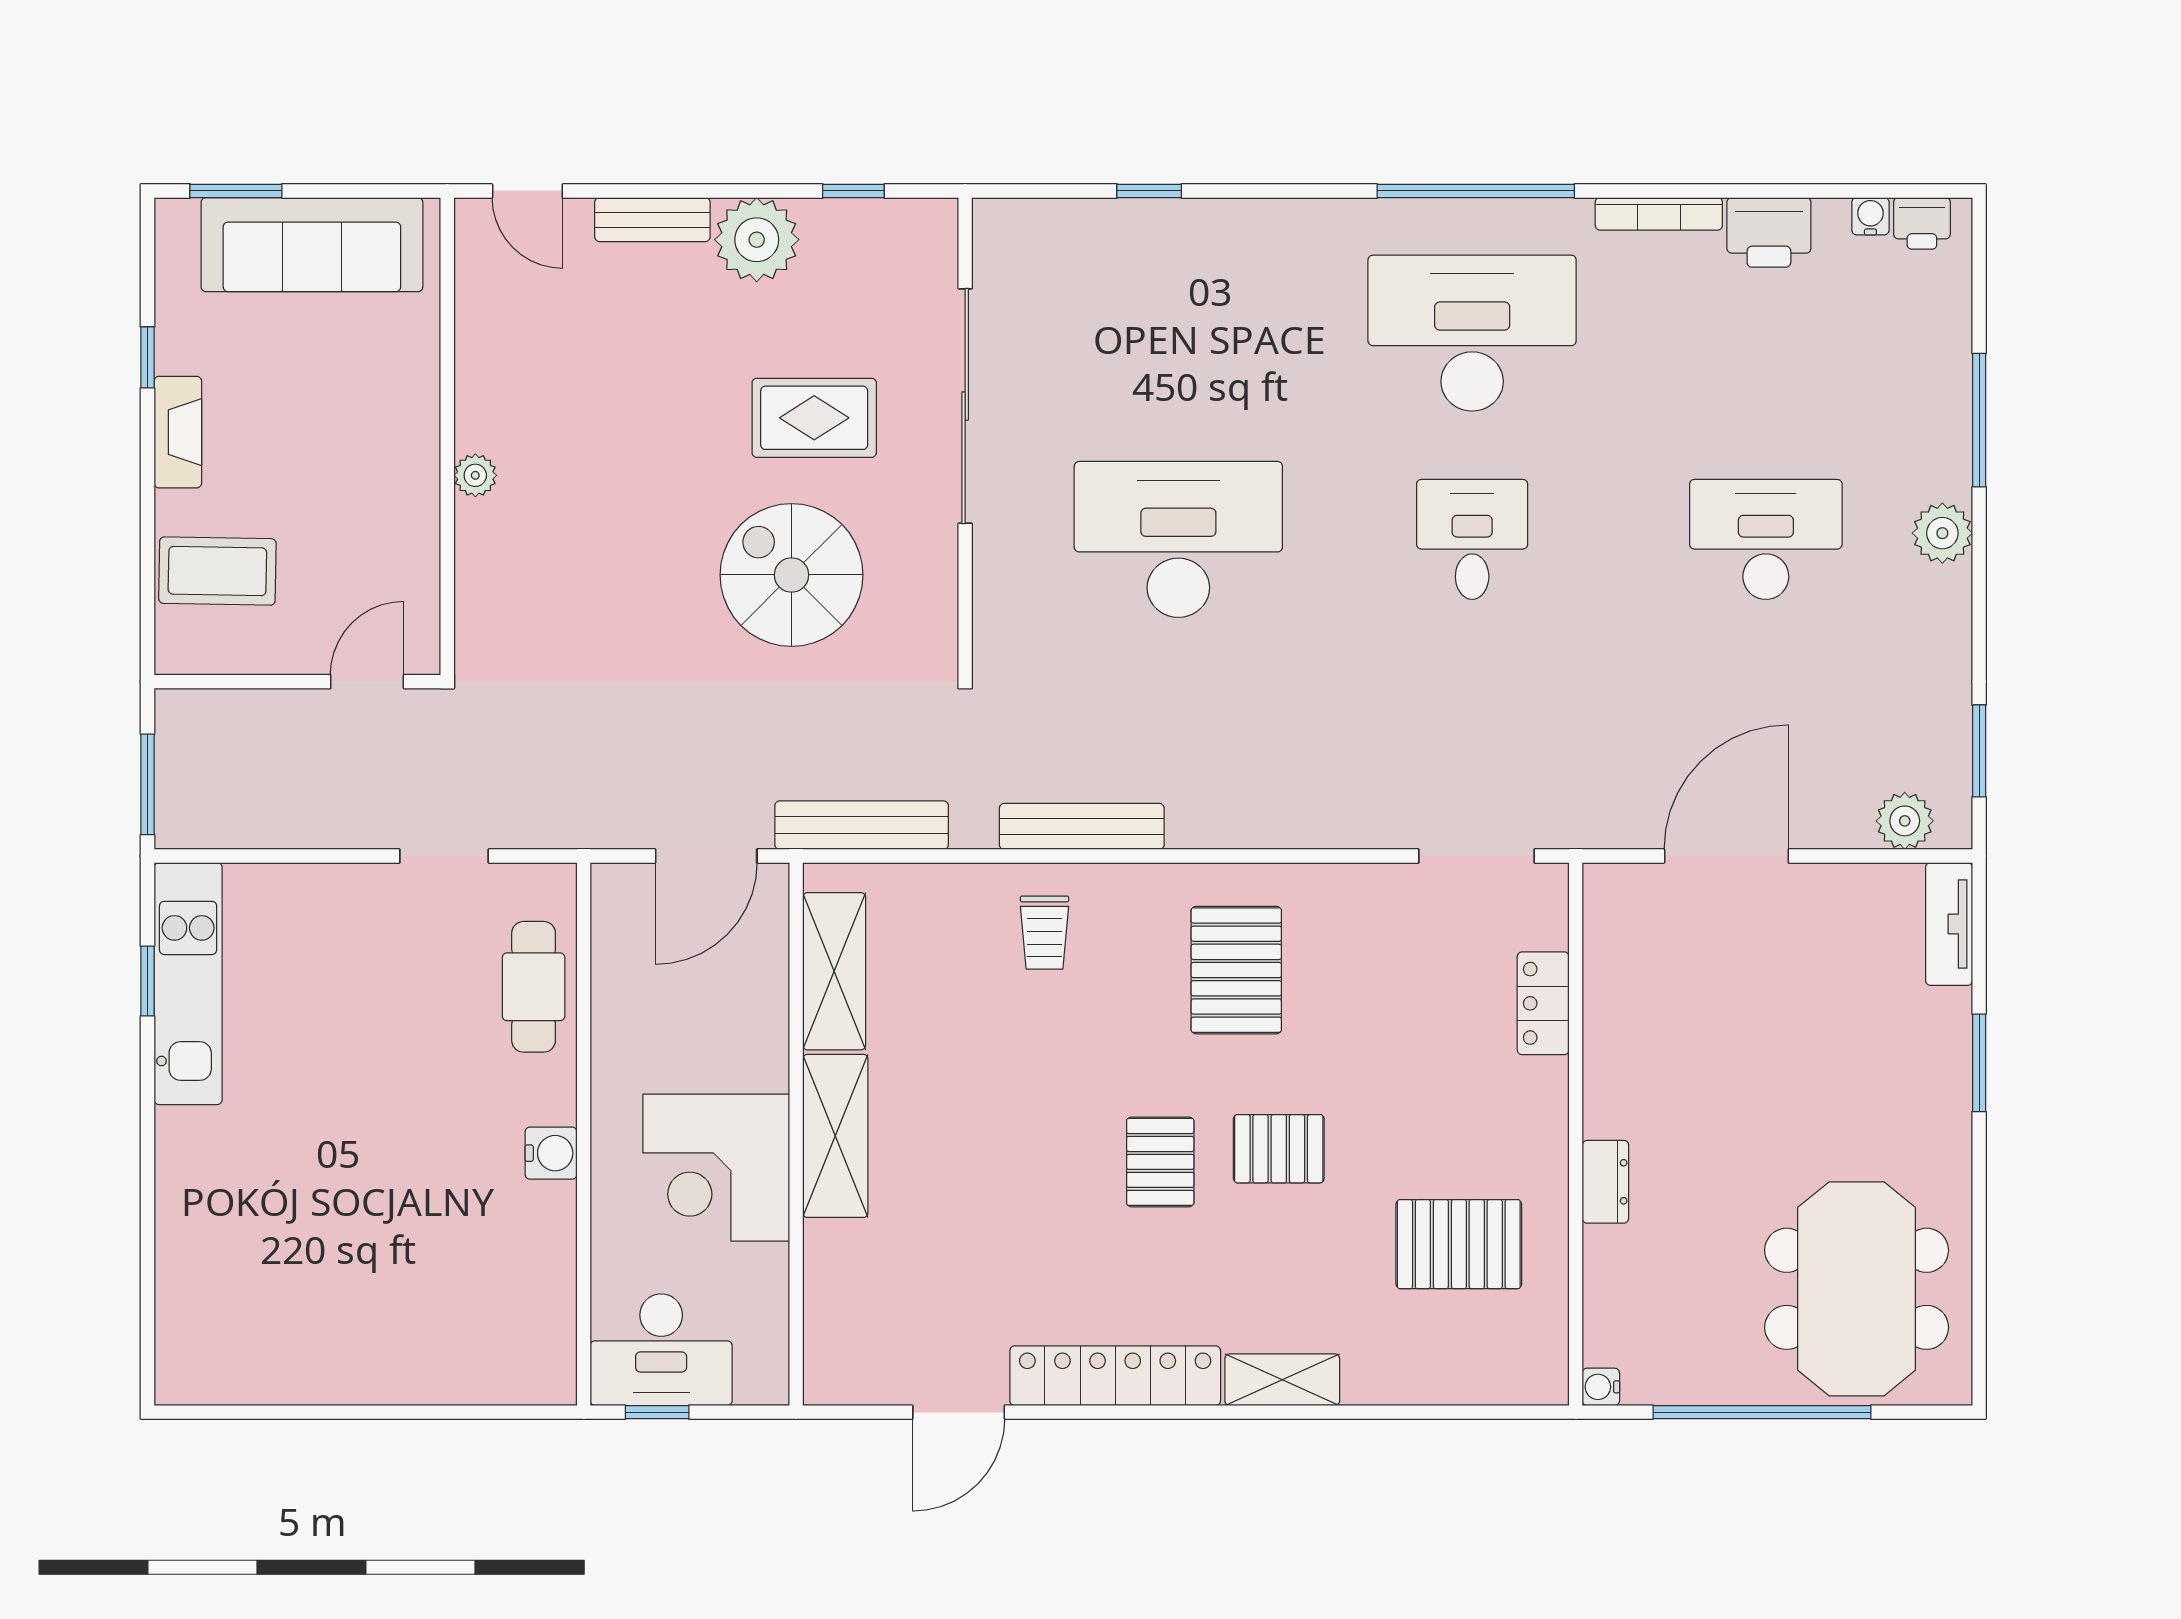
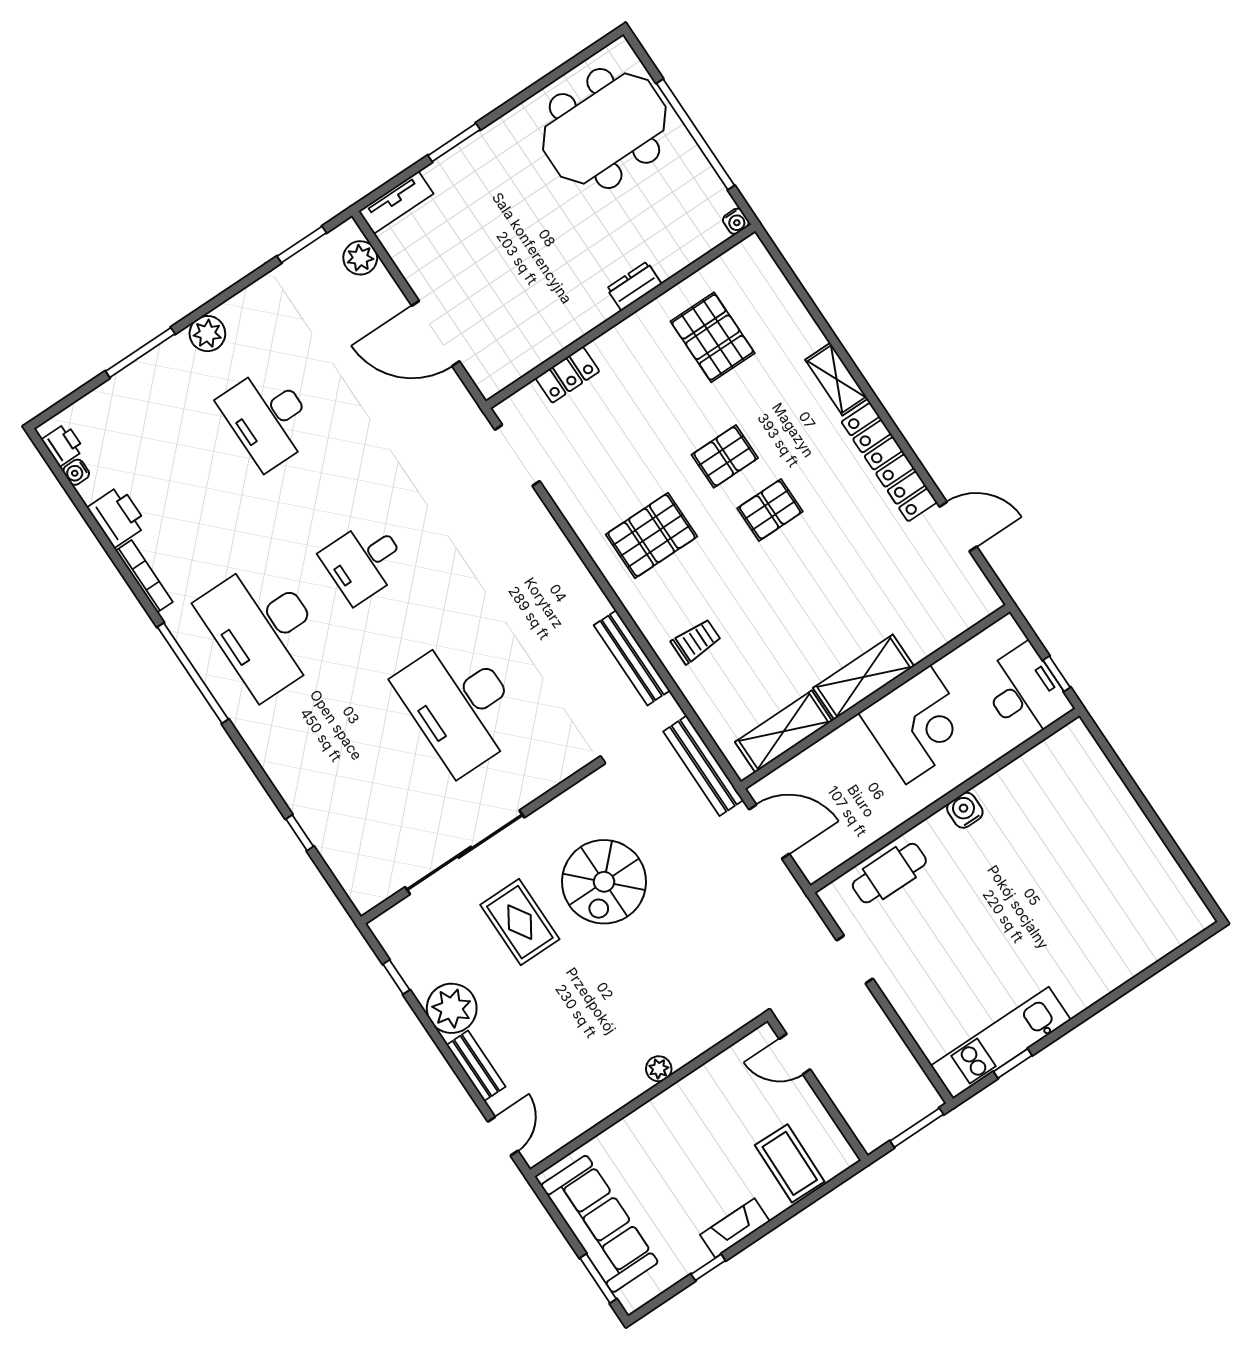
pallet: (1279, 1149) -> (725, 456), turned 90

